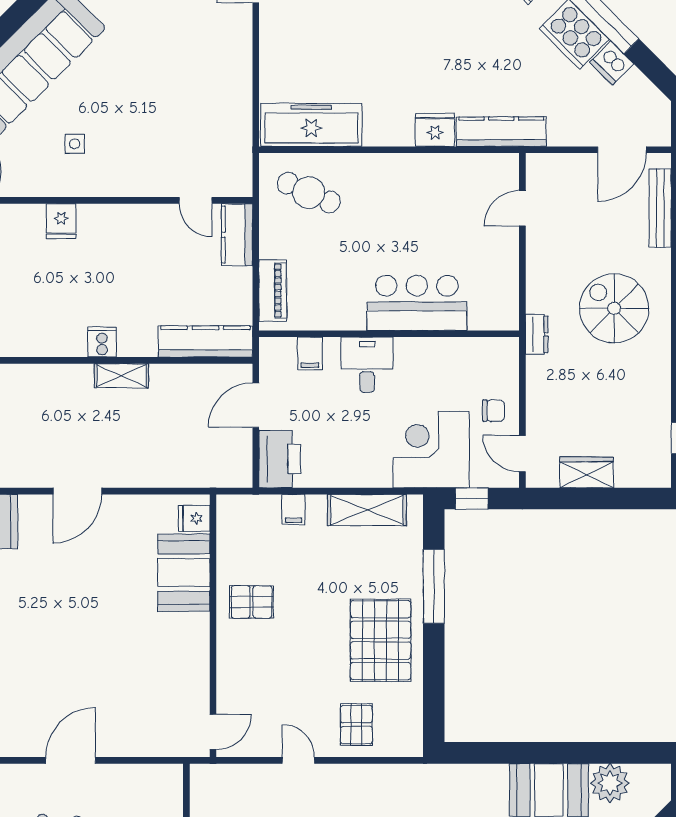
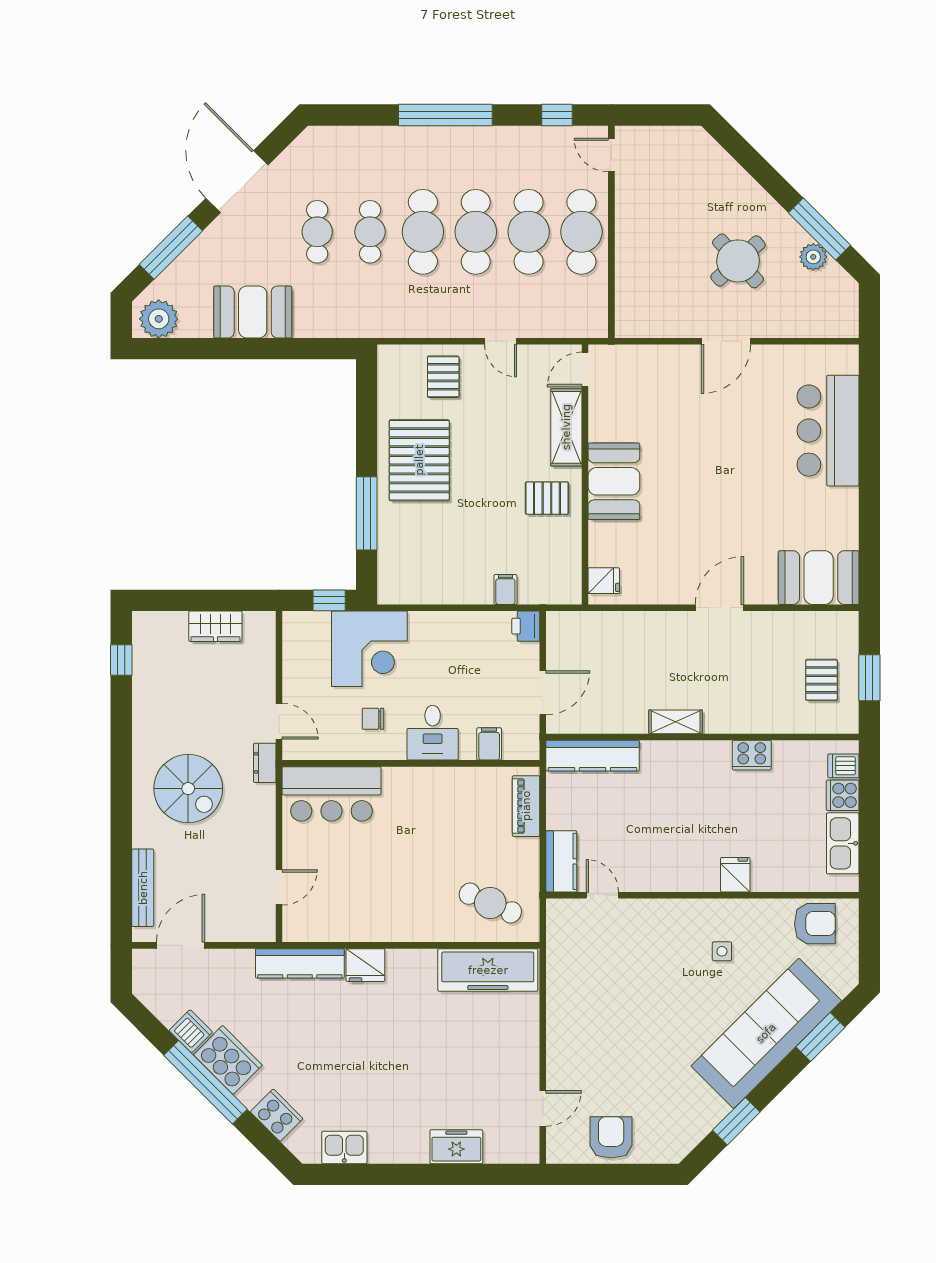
bar counter: (417, 303) -> (331, 794), moved
cooker: (102, 342) -> (752, 755), moved, width x1.36
chair: (493, 411) -> (373, 719), moved
door: (522, 454) -> (279, 721), moved
printer: (280, 459) -> (526, 626), width x0.53, depth x0.68
shelving: (367, 510) -> (566, 427), moved, turned 90
booth: (184, 573) -> (614, 481), moved
plant: (610, 783) -> (159, 319), moved

